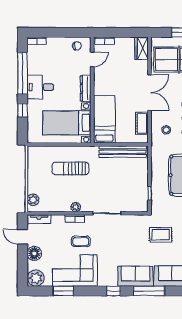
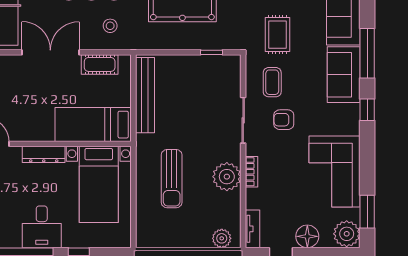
plant: (76, 207) -> (227, 177), width x1.88, depth x1.88
armchair: (107, 239) -> (284, 120), added
coffee table: (81, 241) -> (272, 82), moved
window: (63, 291) -> (367, 212), moved

